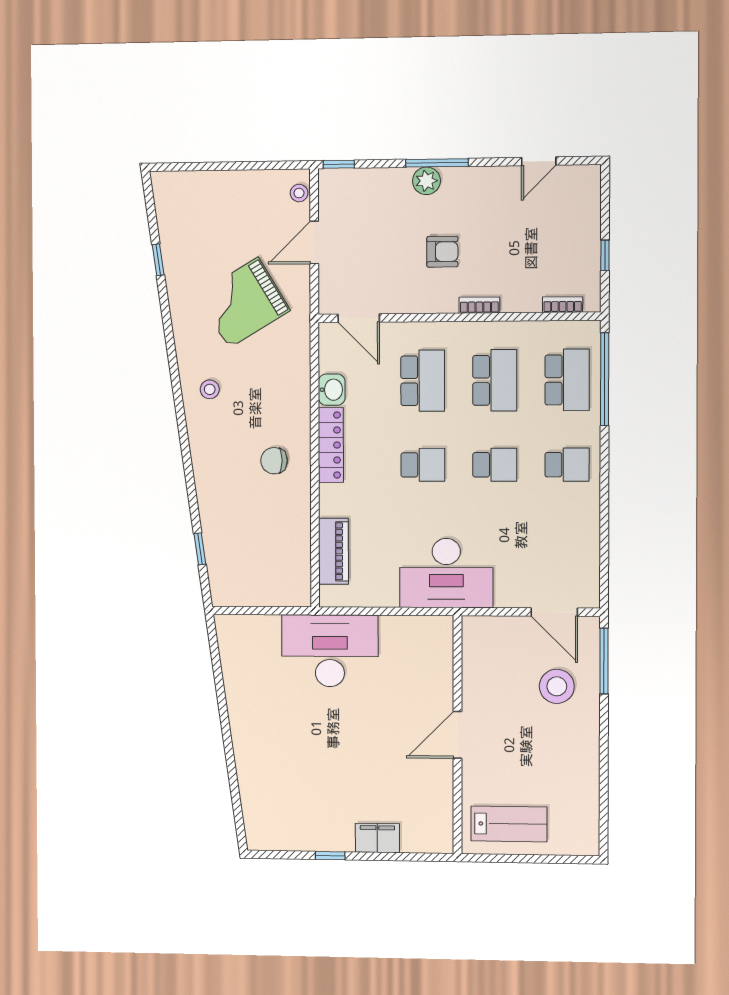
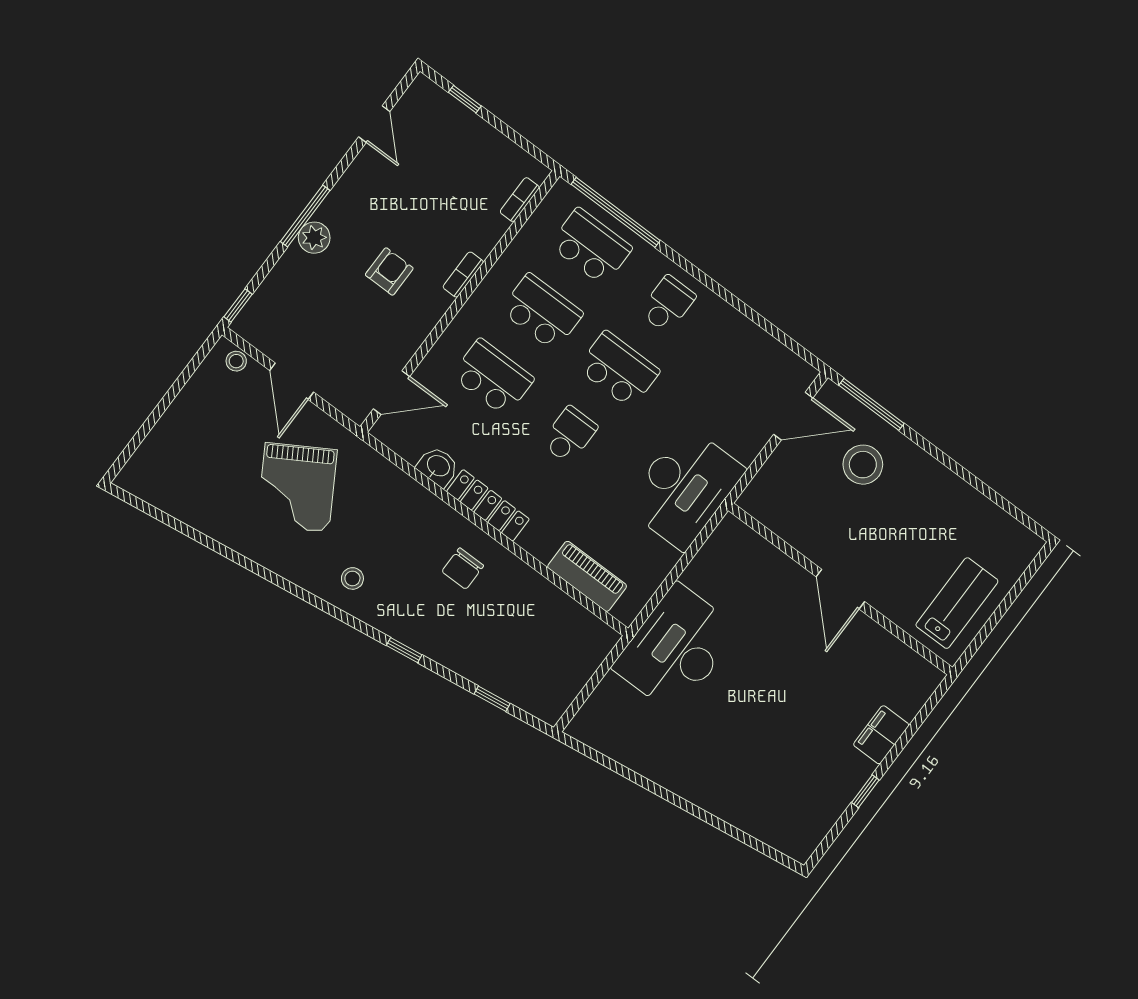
window: (605, 255) -> (465, 99), moved
window: (158, 260) -> (404, 650), moved
school desk: (495, 465) -> (619, 369), width x1.85

